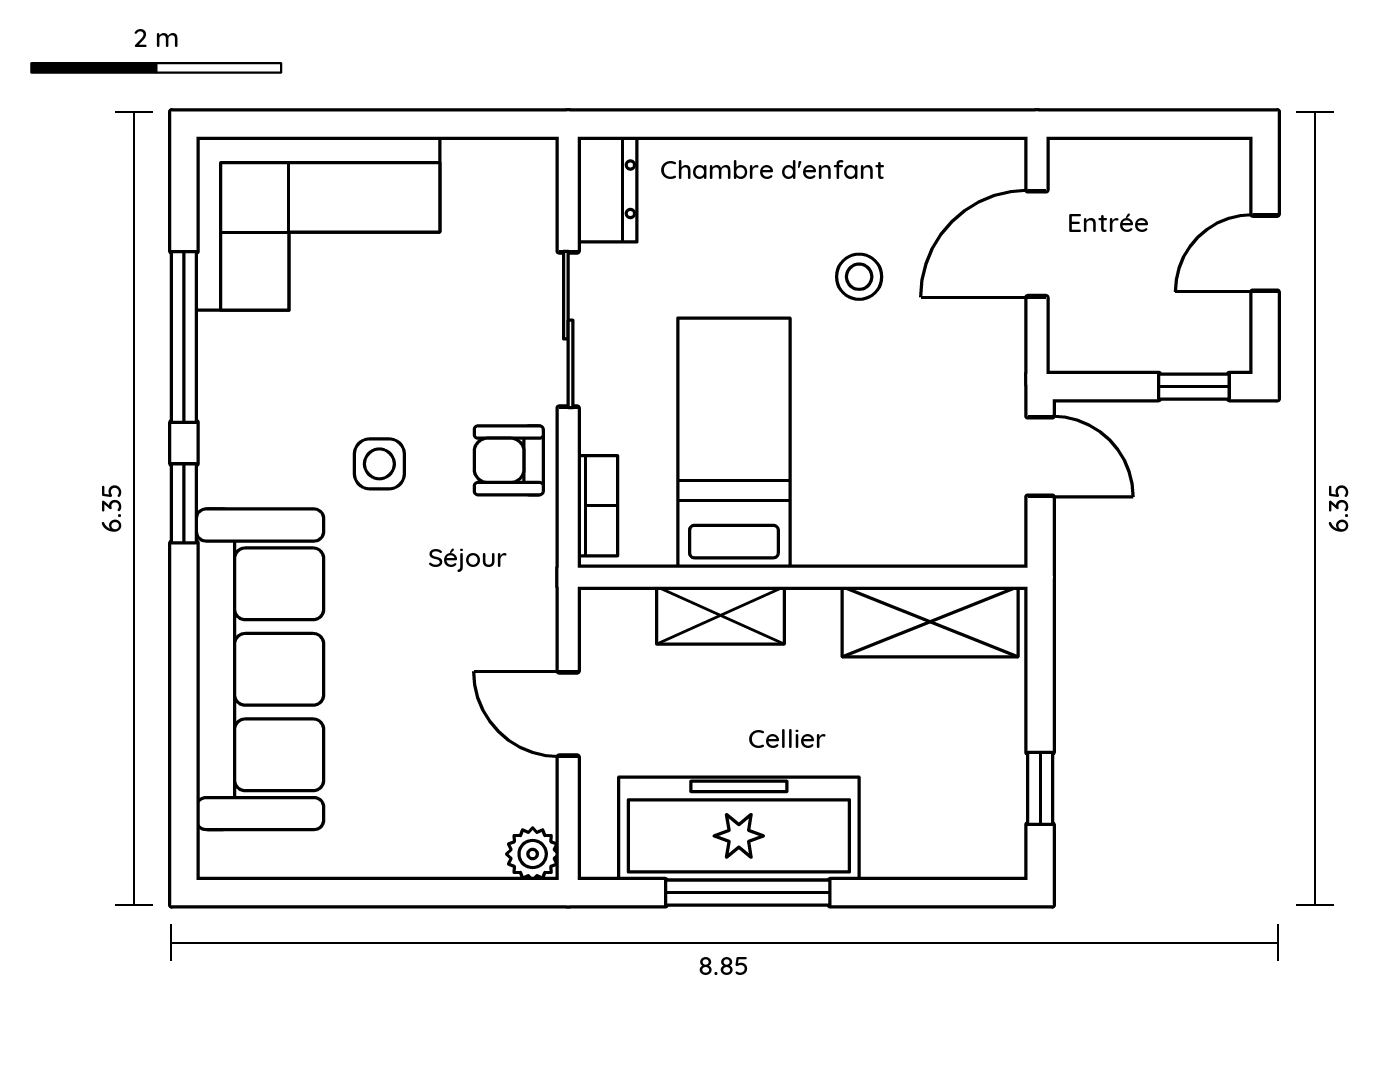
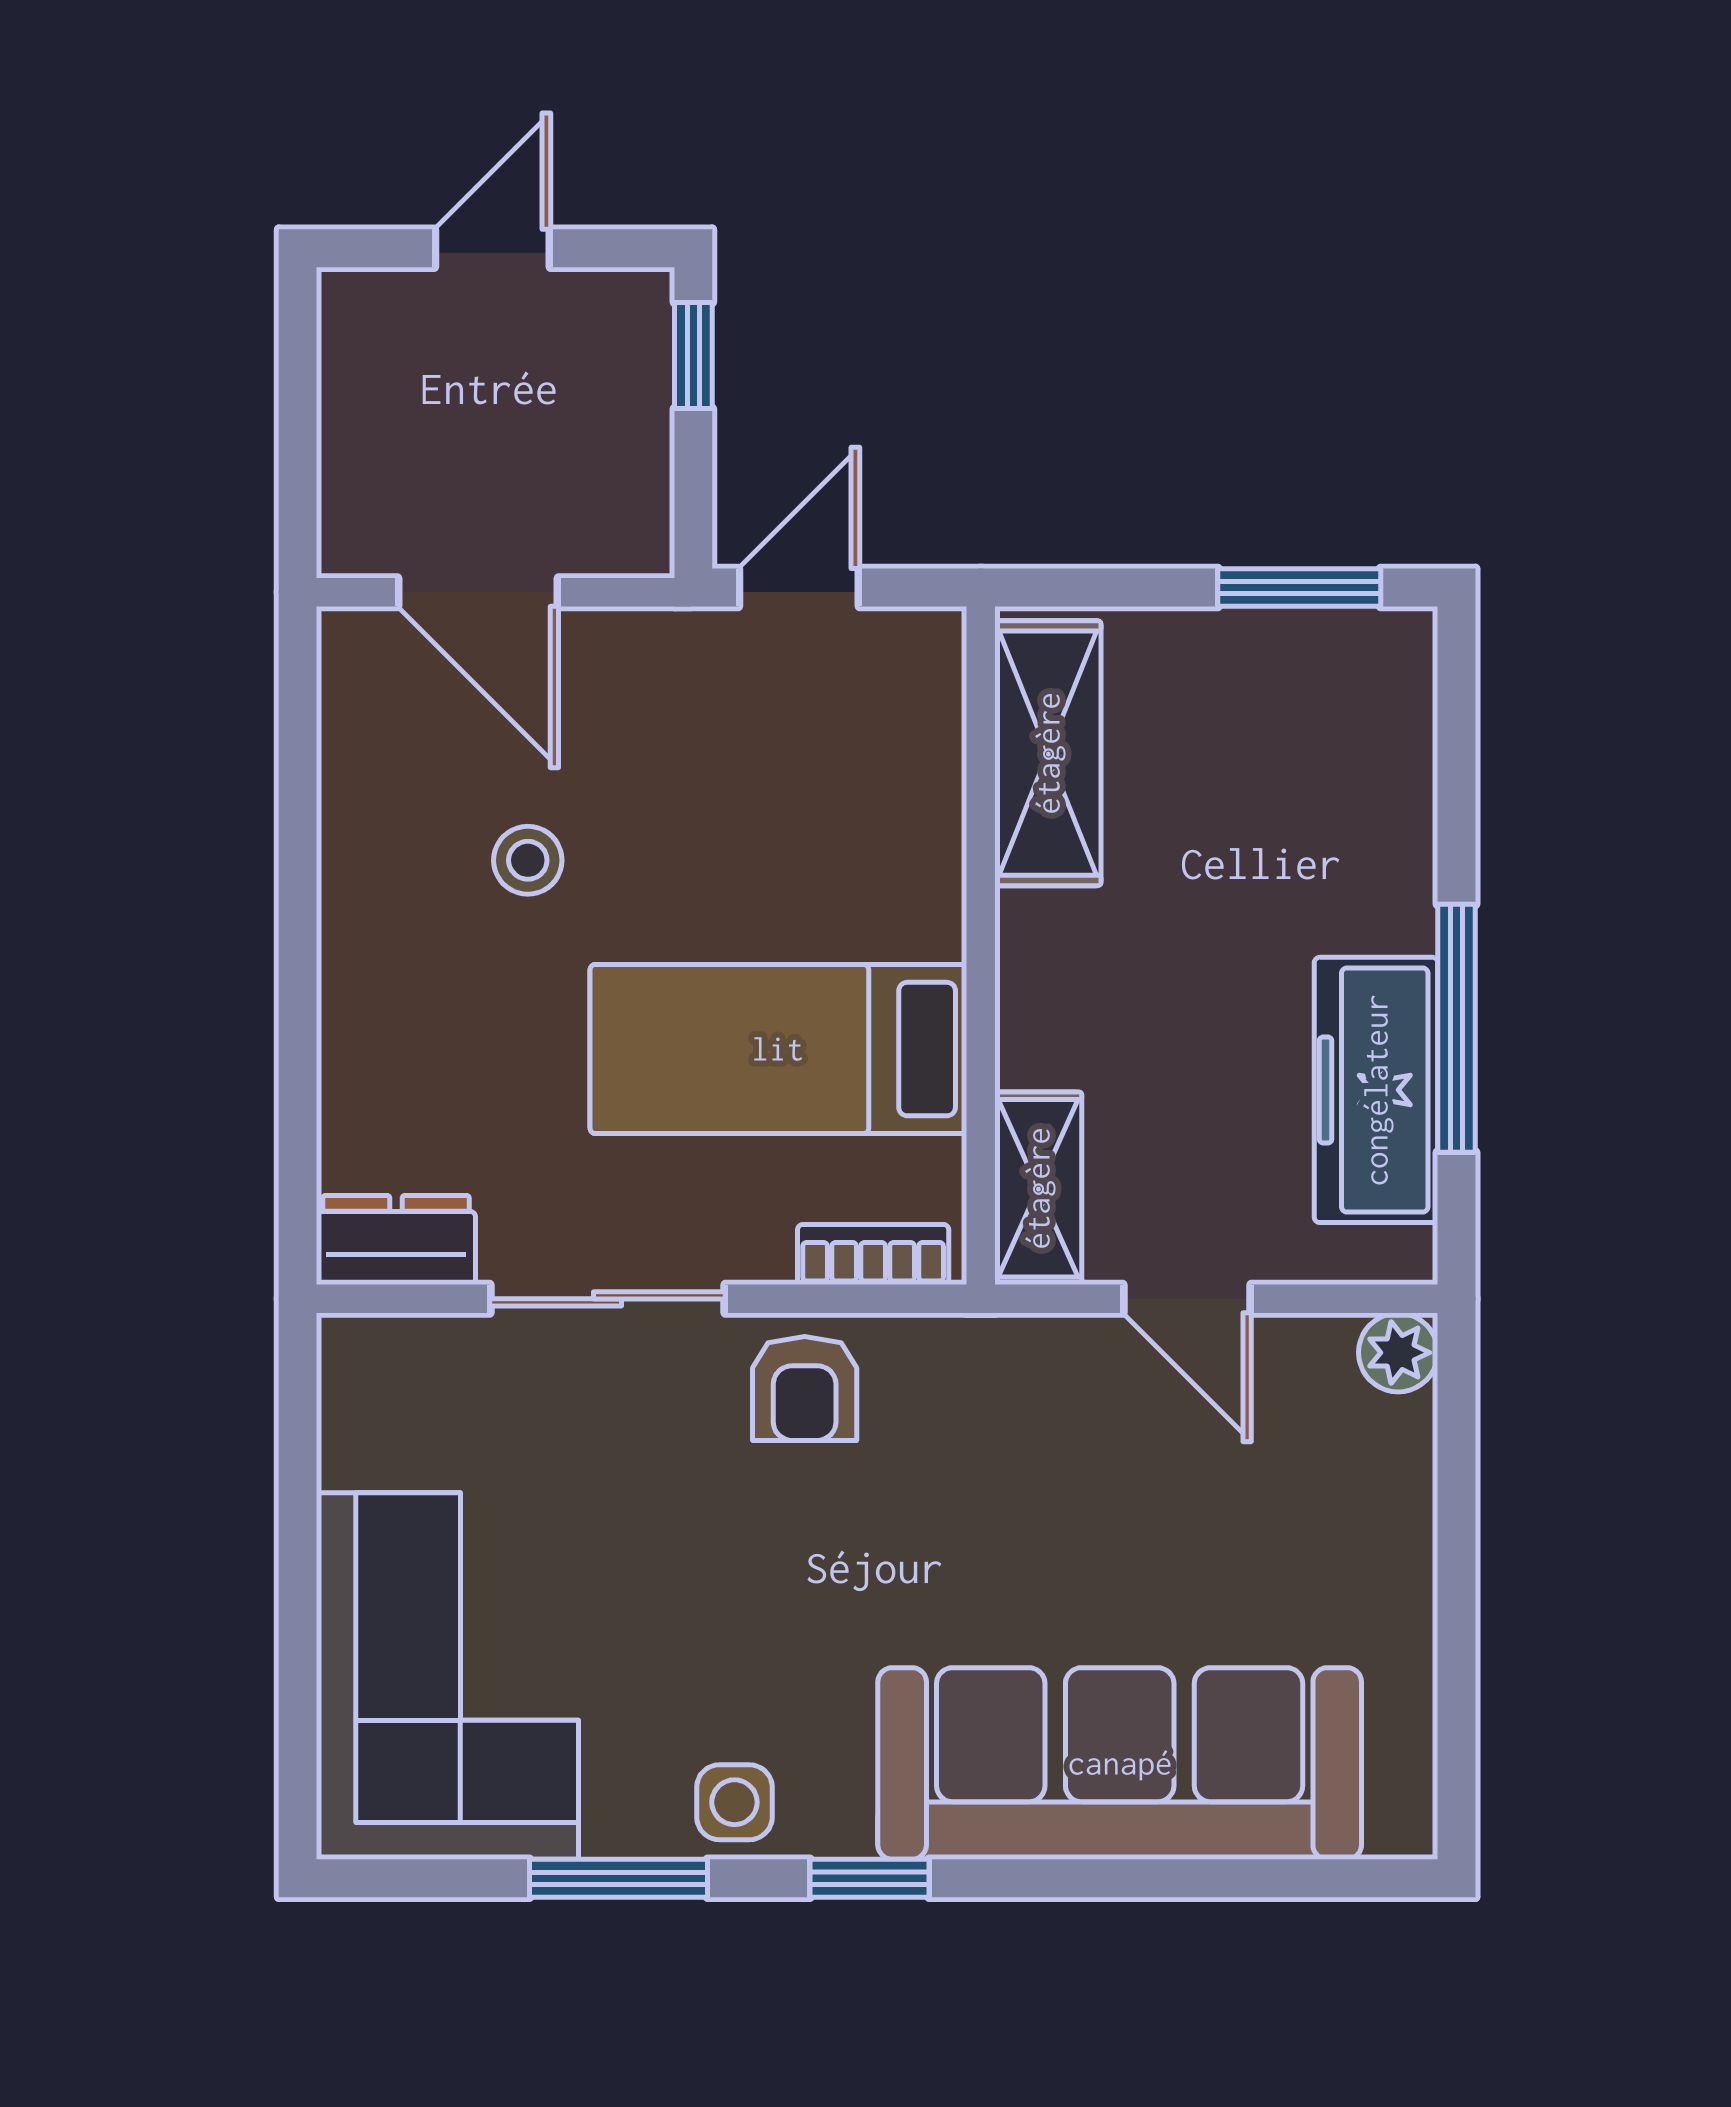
door: (1265, 253) -> (492, 248), swing flipped
window: (184, 337) -> (619, 1878), width x0.69
side table: (379, 464) -> (734, 1802), moved
shelving: (720, 615) -> (1038, 1188), moved
door: (568, 714) -> (1187, 1299), hinge flipped
window: (1040, 788) -> (1299, 587), width x1.50
freezer: (739, 829) -> (1376, 1090), width x0.73, depth x0.79

